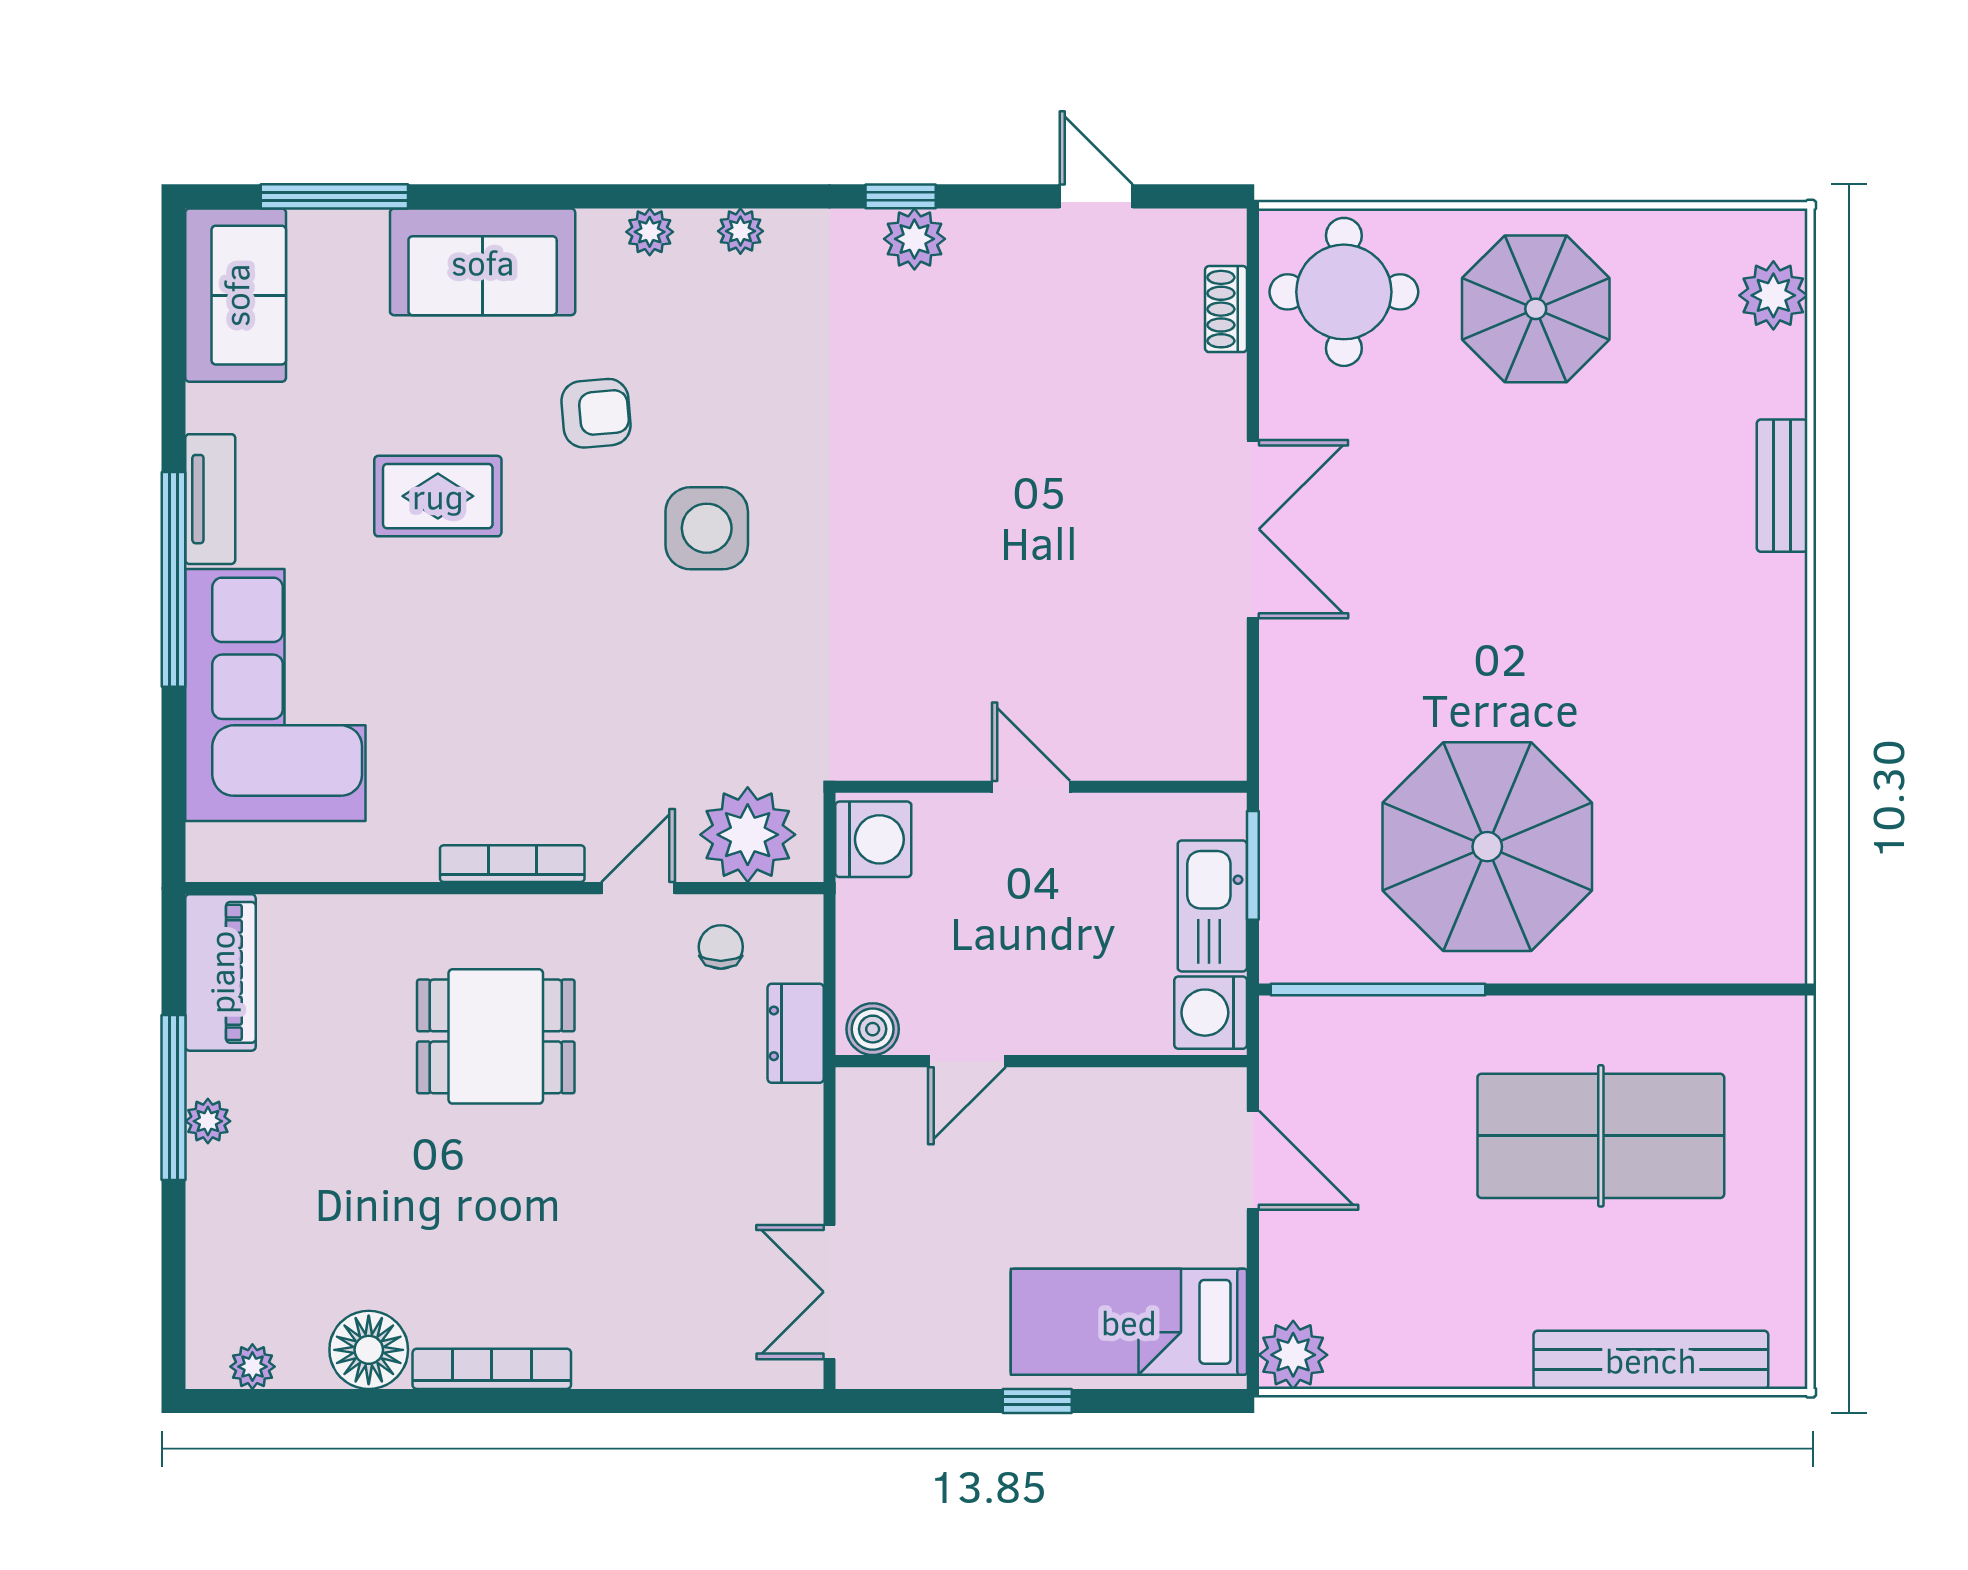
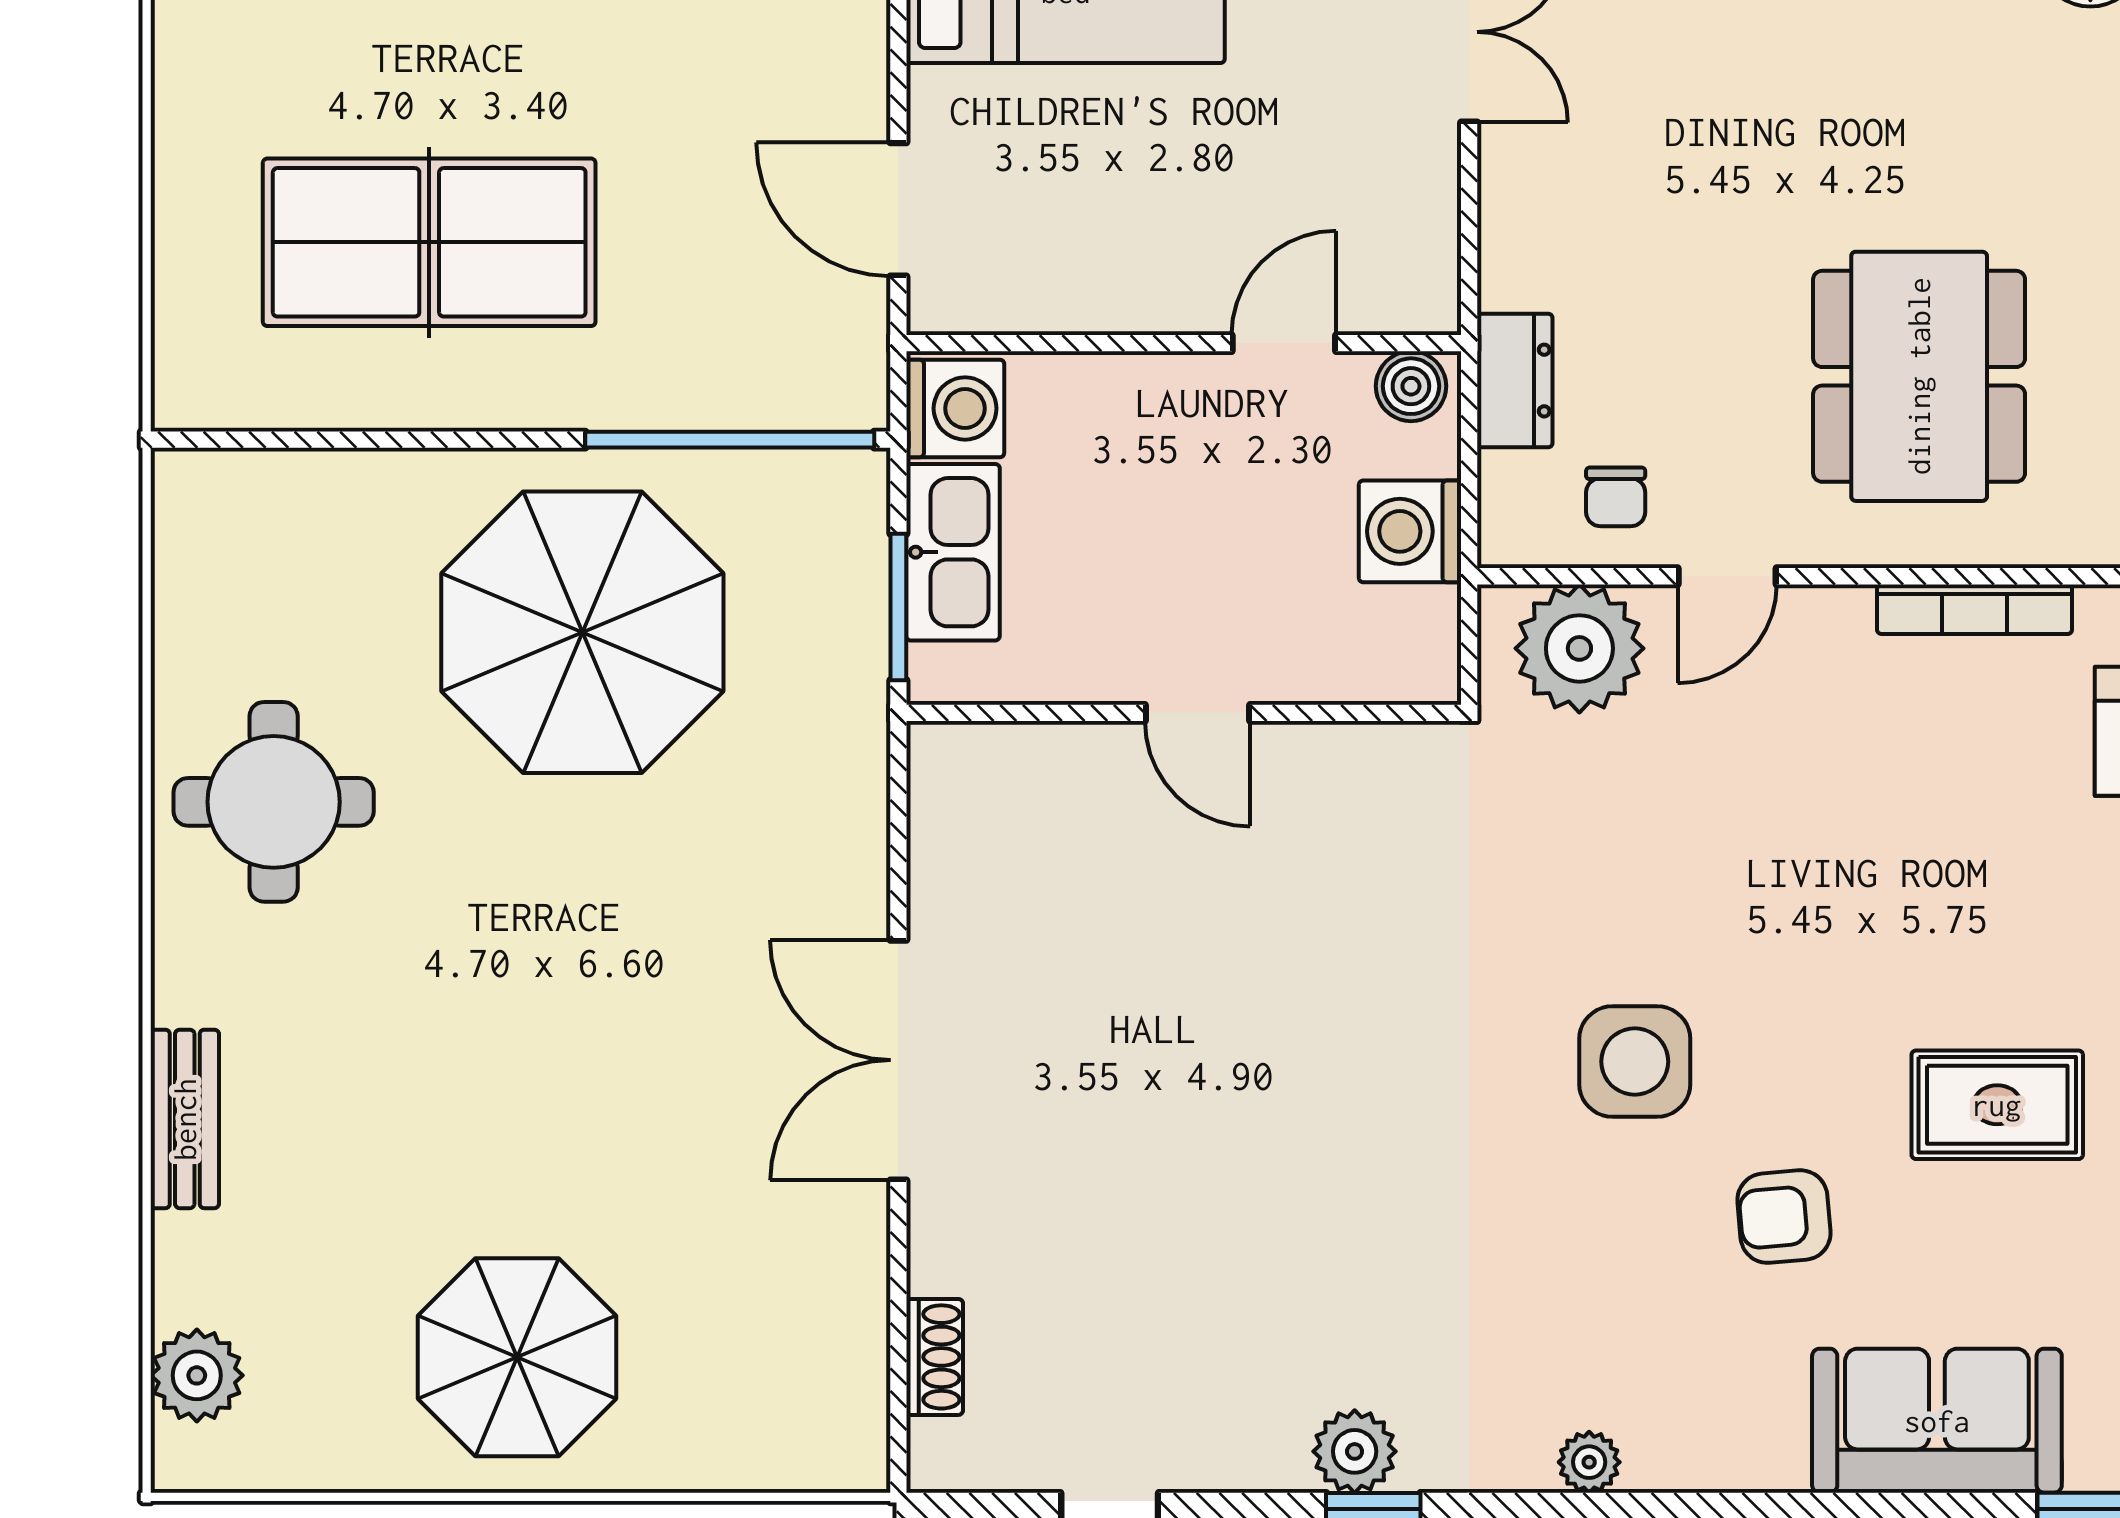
plant: (650, 232) -> (1712, 1461), removed
round table: (1344, 292) -> (274, 802), moved
washing machine: (873, 839) -> (1410, 531), moved
bookcase: (512, 864) -> (1975, 609), moved
dining table: (496, 1036) -> (1919, 376), width x1.37

